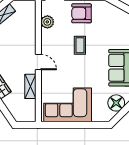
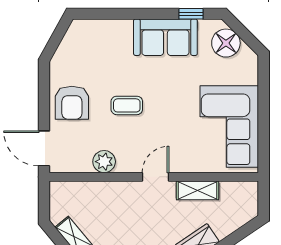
plant: (47, 22) -> (104, 162), moved

